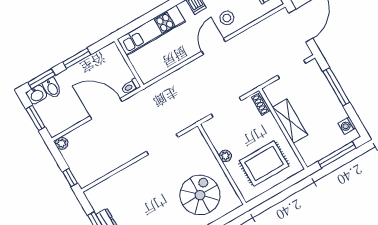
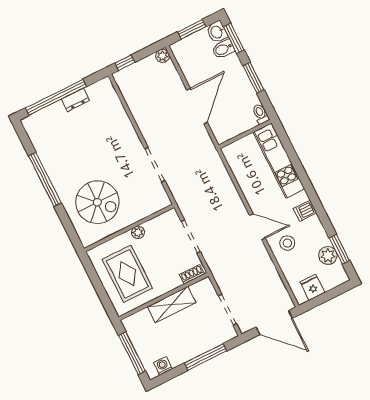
toilet: (131, 86) -> (261, 114), moved

